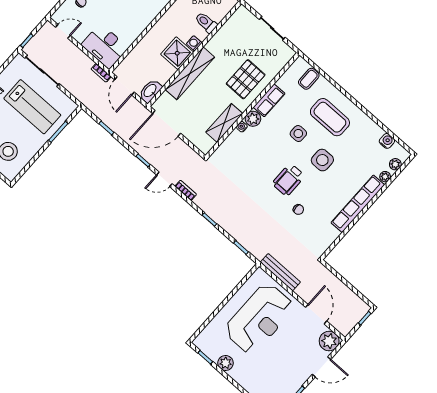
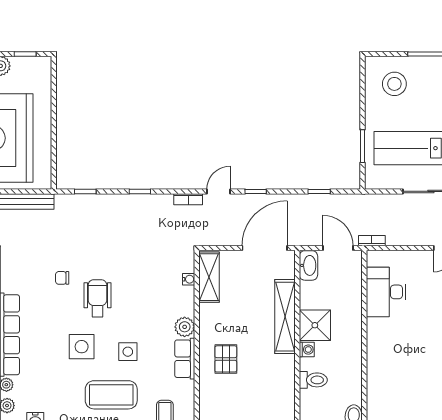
desk: (105, 46) -> (386, 292), moved, turned -90
pallet: (246, 79) -> (226, 359), width x0.67, depth x0.71
shelving: (224, 123) -> (209, 277), moved
water cooler: (242, 127) -> (189, 279), moved

